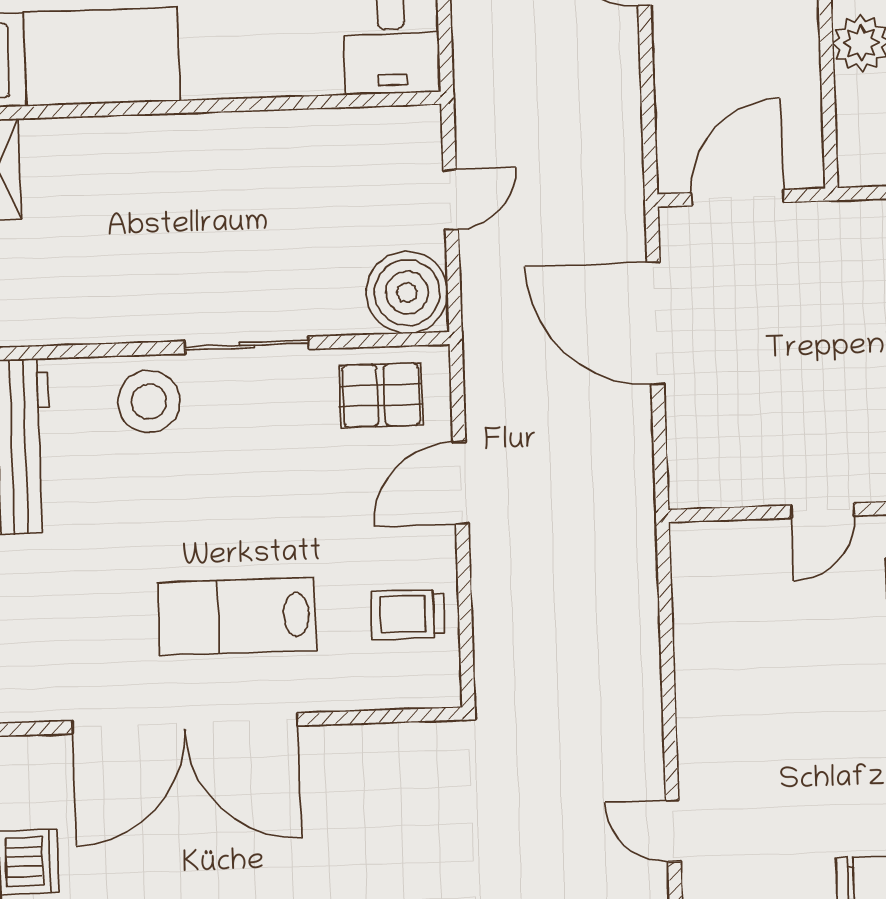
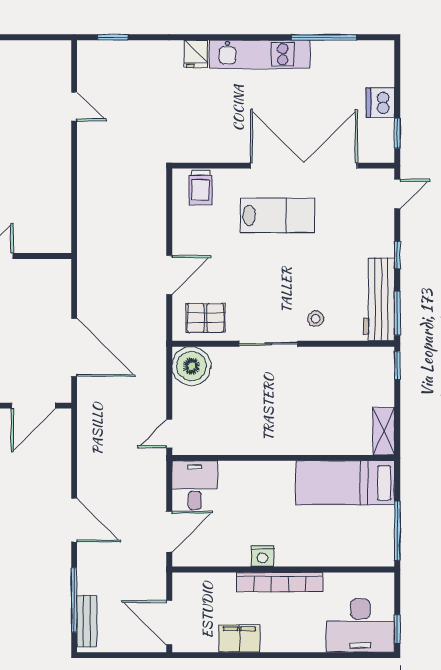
door: (451, 200) -> (169, 434), moved
stool: (149, 402) -> (316, 319), width x0.53, depth x0.53
trolley: (408, 614) -> (201, 188), moved, turned 90

